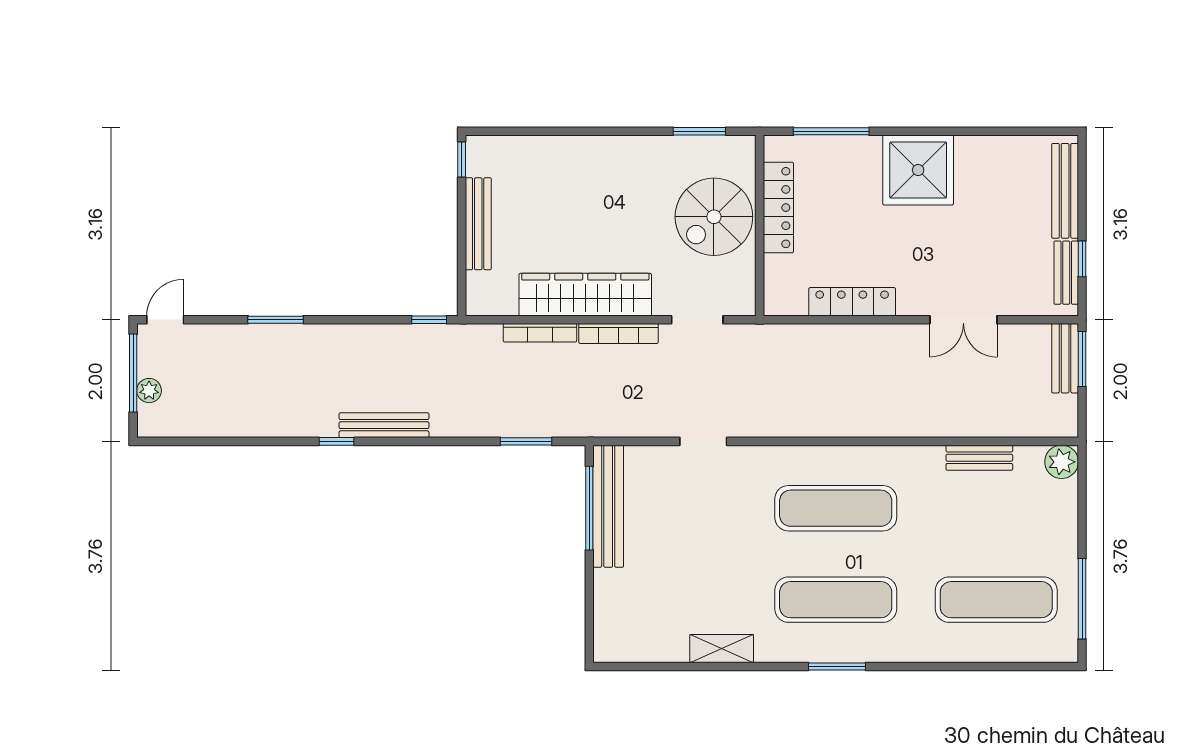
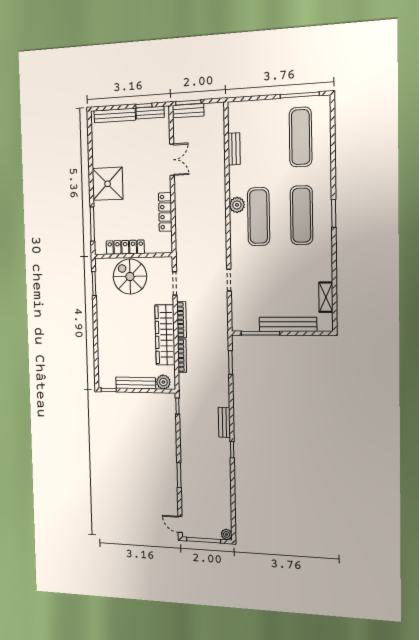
spiral stairs: (714, 217) -> (130, 277), turned 180
plant: (481, 289) -> (163, 382), added
plant: (149, 391) -> (227, 534), moved
bench: (384, 425) -> (224, 422), width x0.73
plant: (1062, 462) -> (237, 205), moved
bench: (608, 506) -> (288, 324), moved
shelving: (722, 649) -> (326, 297), moved

